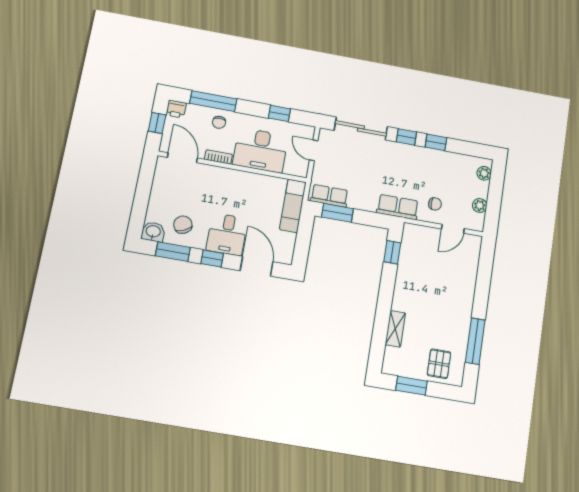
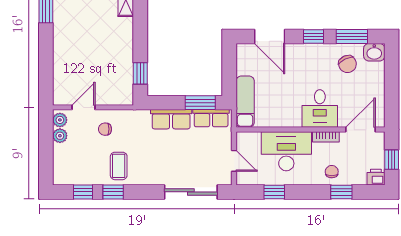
window: (213, 101) -> (341, 192), width x0.46
window: (406, 137) -> (83, 192), moved
door: (182, 158) -> (361, 130), swing flipped
coffee table: (427, 166) -> (119, 166), added
plant: (484, 173) -> (60, 120), moved
row of seats: (398, 207) -> (171, 119), moved
desk: (227, 234) -> (320, 108), moved, turned 180

